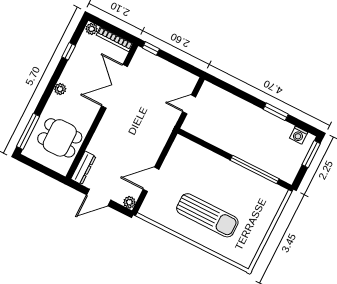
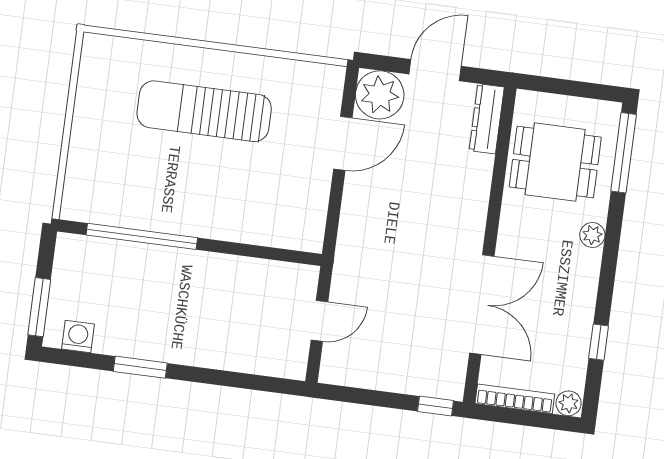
plant: (60, 89) -> (592, 235), moved
plant: (129, 202) -> (380, 95), width x1.88, depth x1.88

